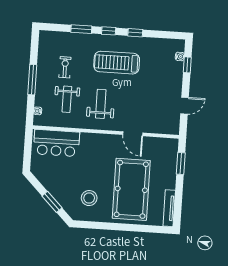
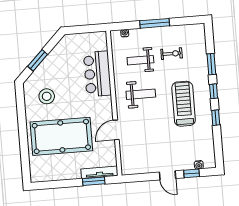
door: (185, 106) -> (168, 175), moved
bar counter: (57, 143) -> (97, 74), moved
tv unit: (169, 208) -> (99, 172), moved

